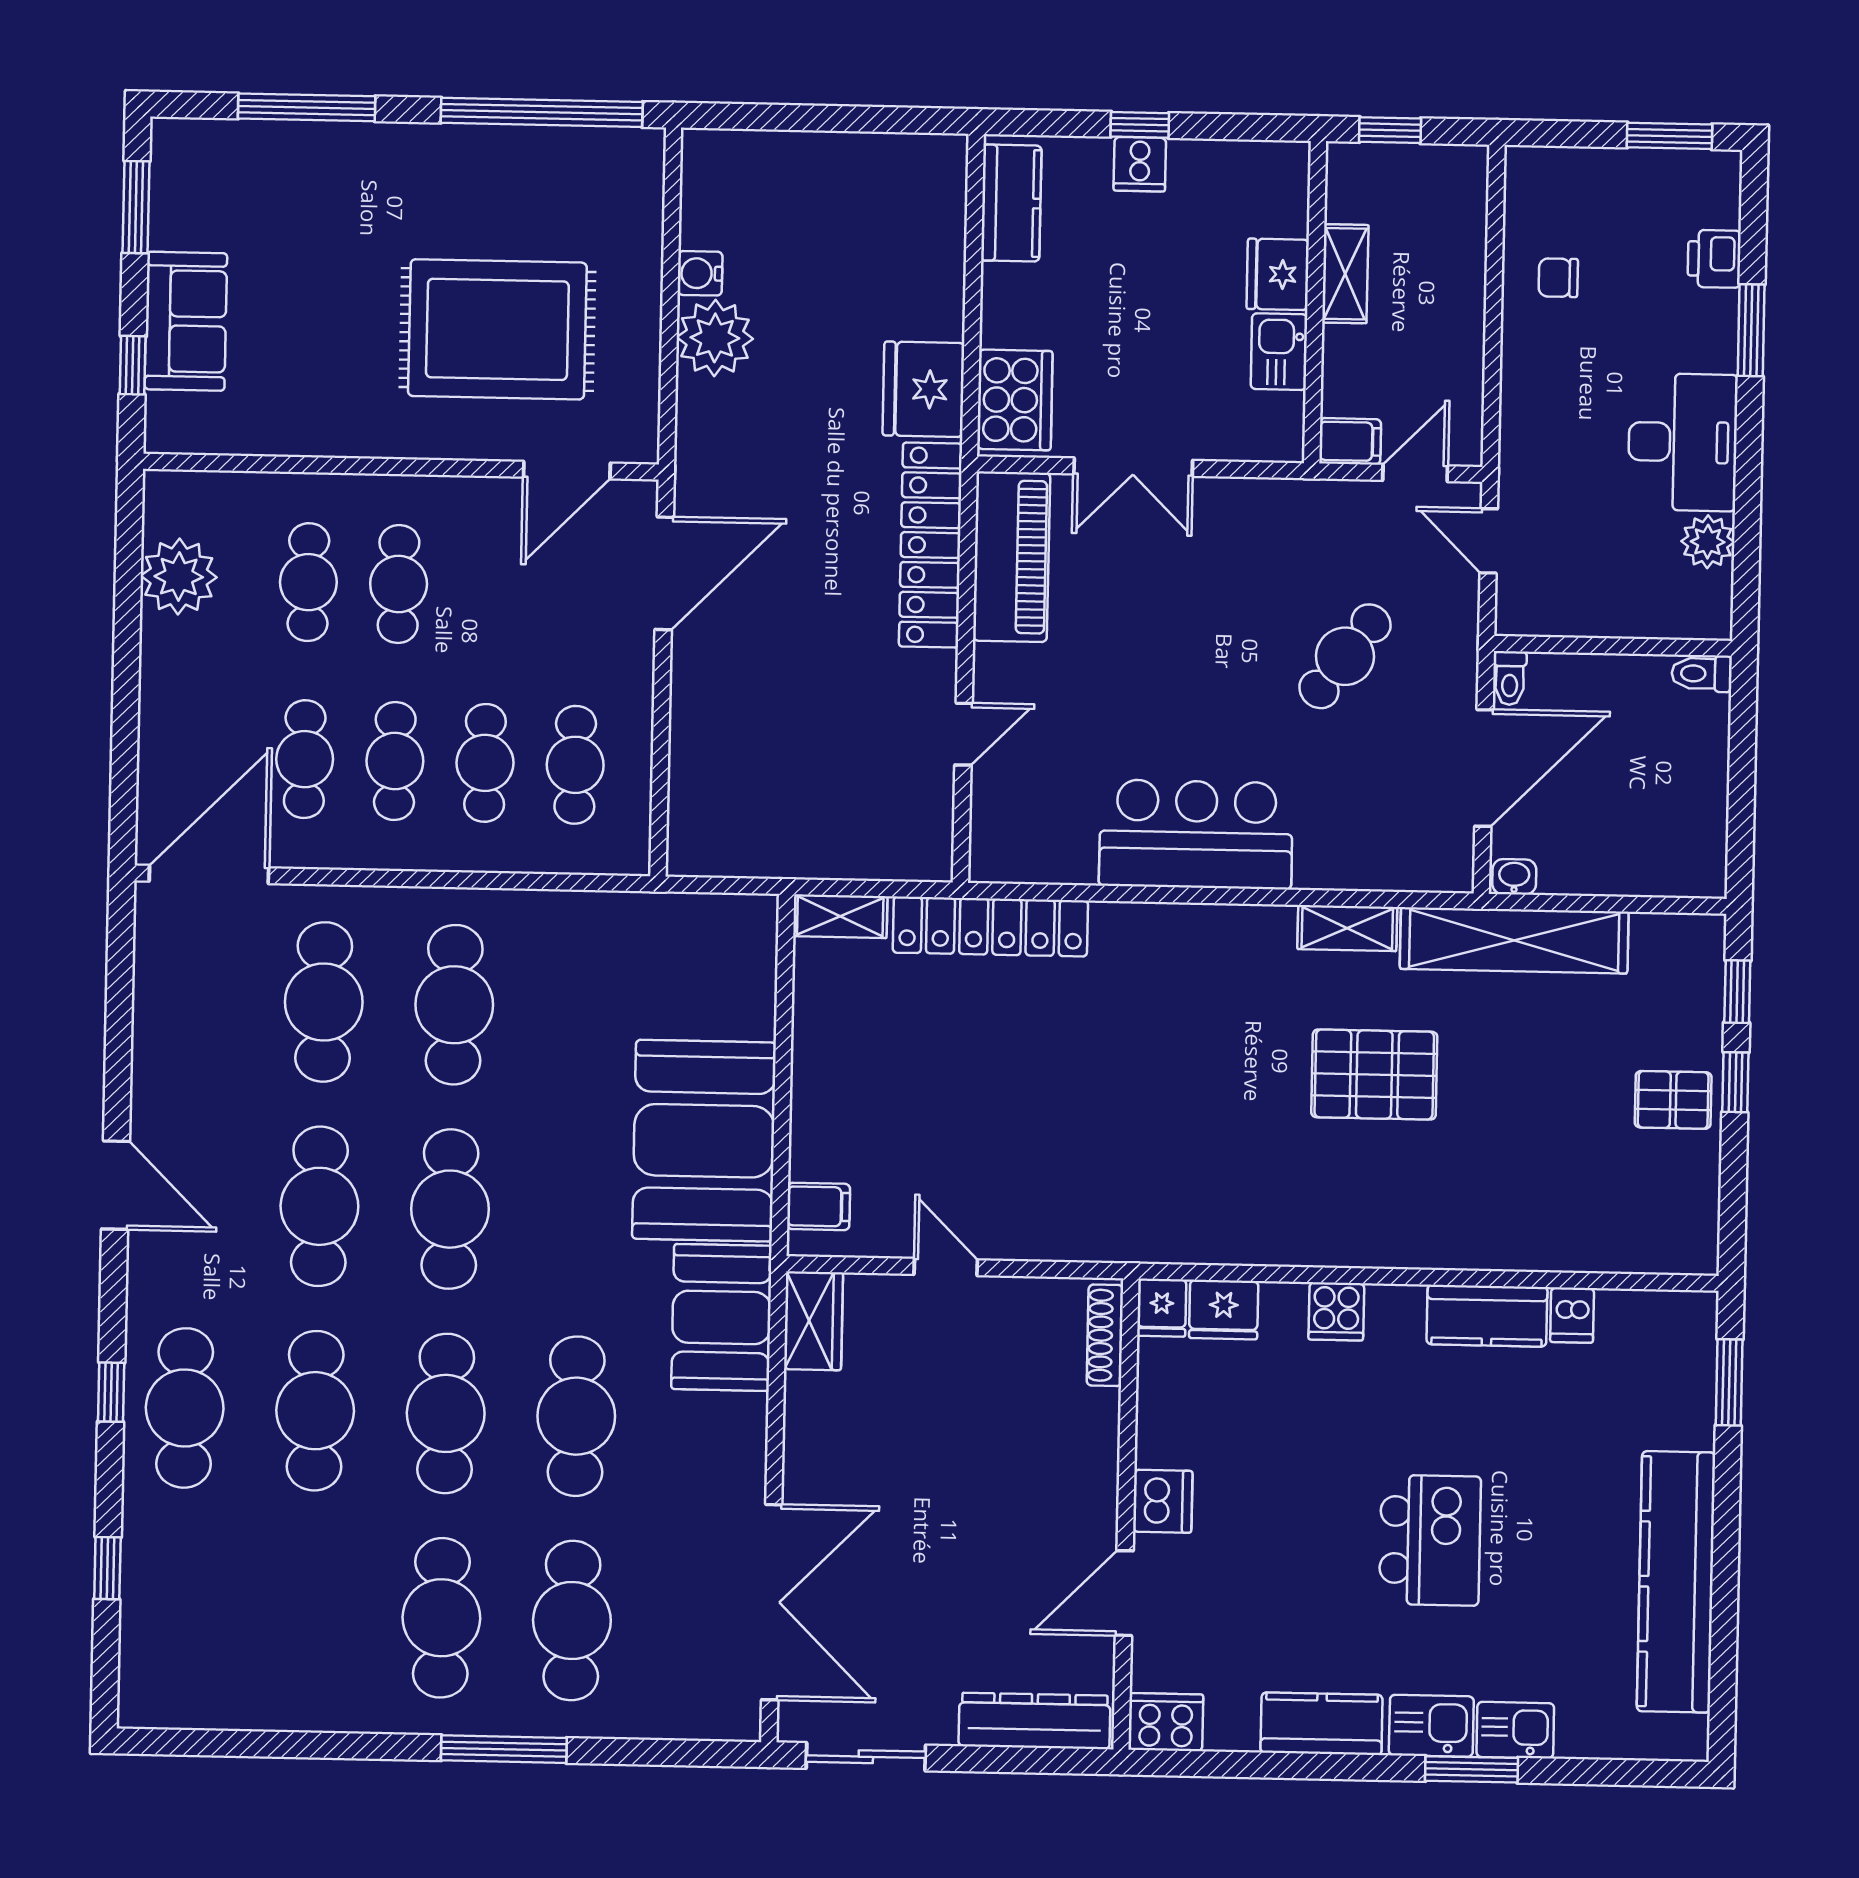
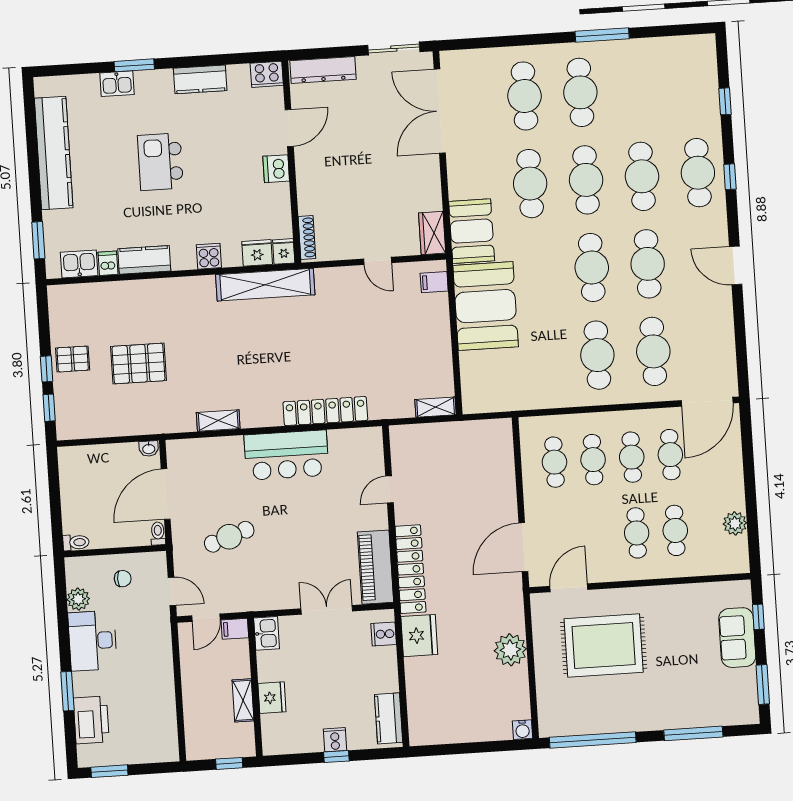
printer: (1714, 259) -> (91, 720), width x1.87, depth x1.48
water cooler: (700, 273) -> (522, 730), moved, turned 90
chair: (1558, 278) -> (123, 579), moved
kitchen sink: (1279, 352) -> (267, 633), moved
cooker: (1015, 400) -> (384, 634), width x0.53, depth x0.76
plant: (179, 577) -> (735, 523), width x0.73, depth x0.73
cafe table: (1345, 656) -> (229, 537), turned 34
locker: (990, 927) -> (325, 411), moved
shelving: (1514, 940) -> (265, 285), moved
pallet: (1374, 1075) -> (138, 364), moved
kitchen sink: (1431, 1726) -> (79, 264), moved, turned 180
window: (504, 1749) -> (602, 35), moved

